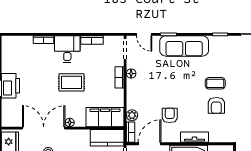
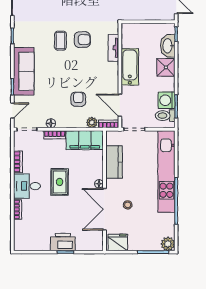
armchair: (170, 115) -> (78, 99), moved, turned 90
filing cabinet: (105, 117) -> (85, 140), moved, turned -90
tv unit: (195, 137) -> (113, 48), moved
kitchen counter: (107, 138) -> (114, 162), moved

